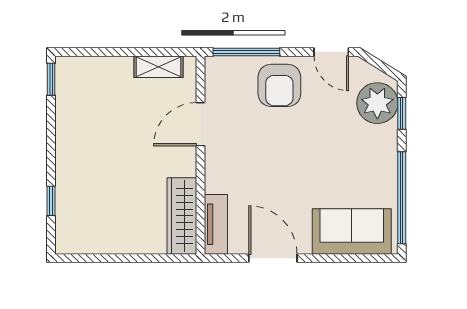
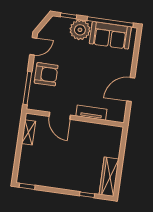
plant: (377, 103) -> (80, 30), moved
wardrobe: (182, 216) -> (109, 177), moved, turned 90
tv unit: (216, 224) -> (91, 113), moved
sofa: (352, 231) -> (110, 35), moved, turned -90

